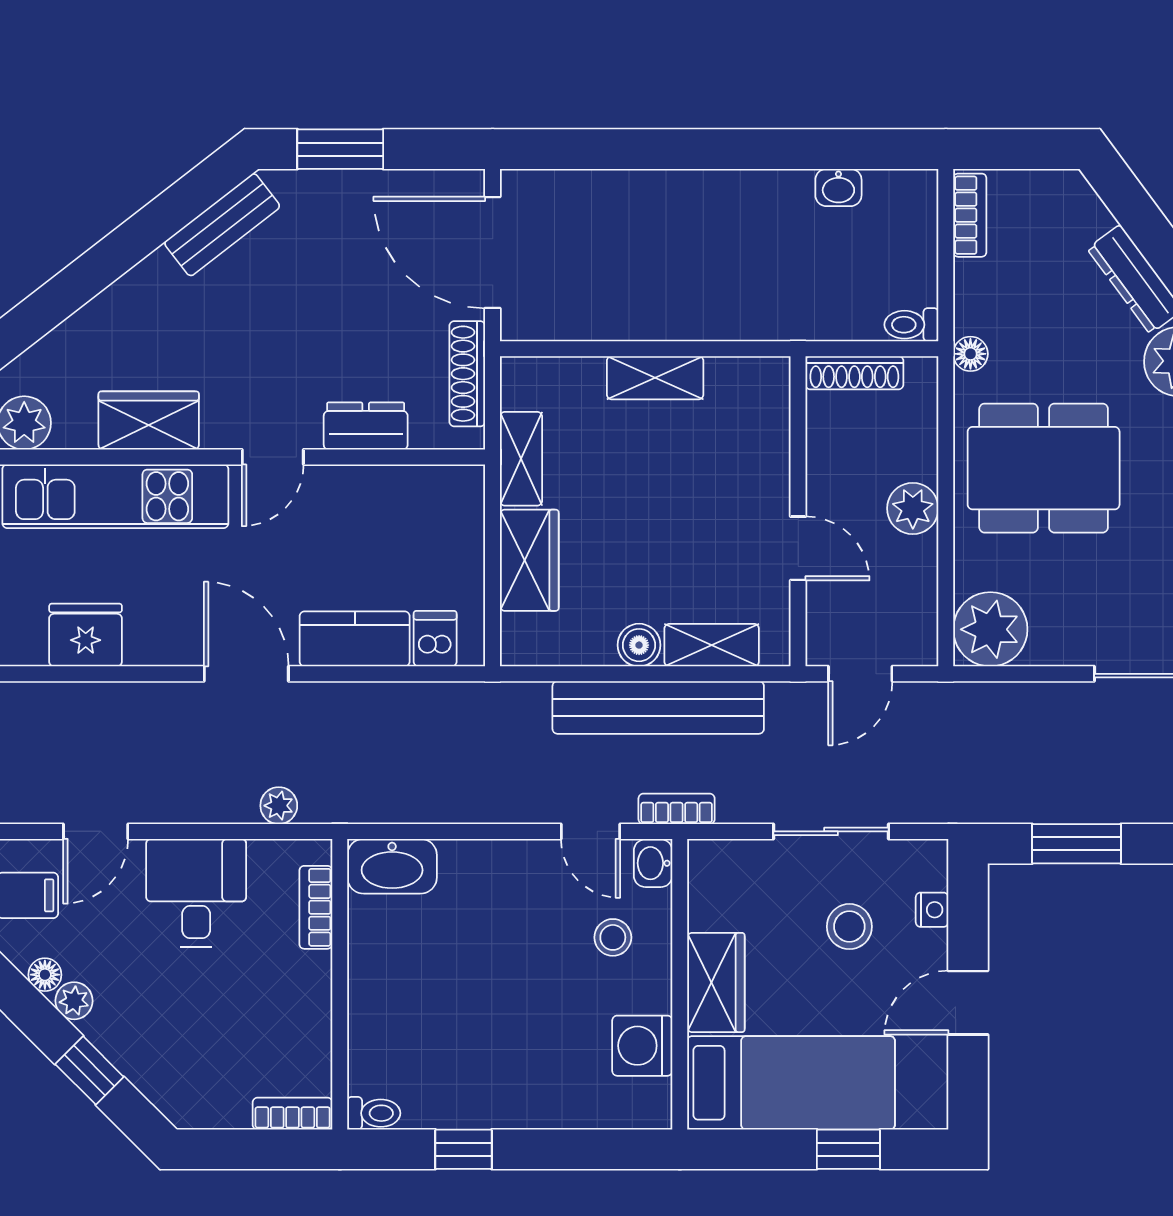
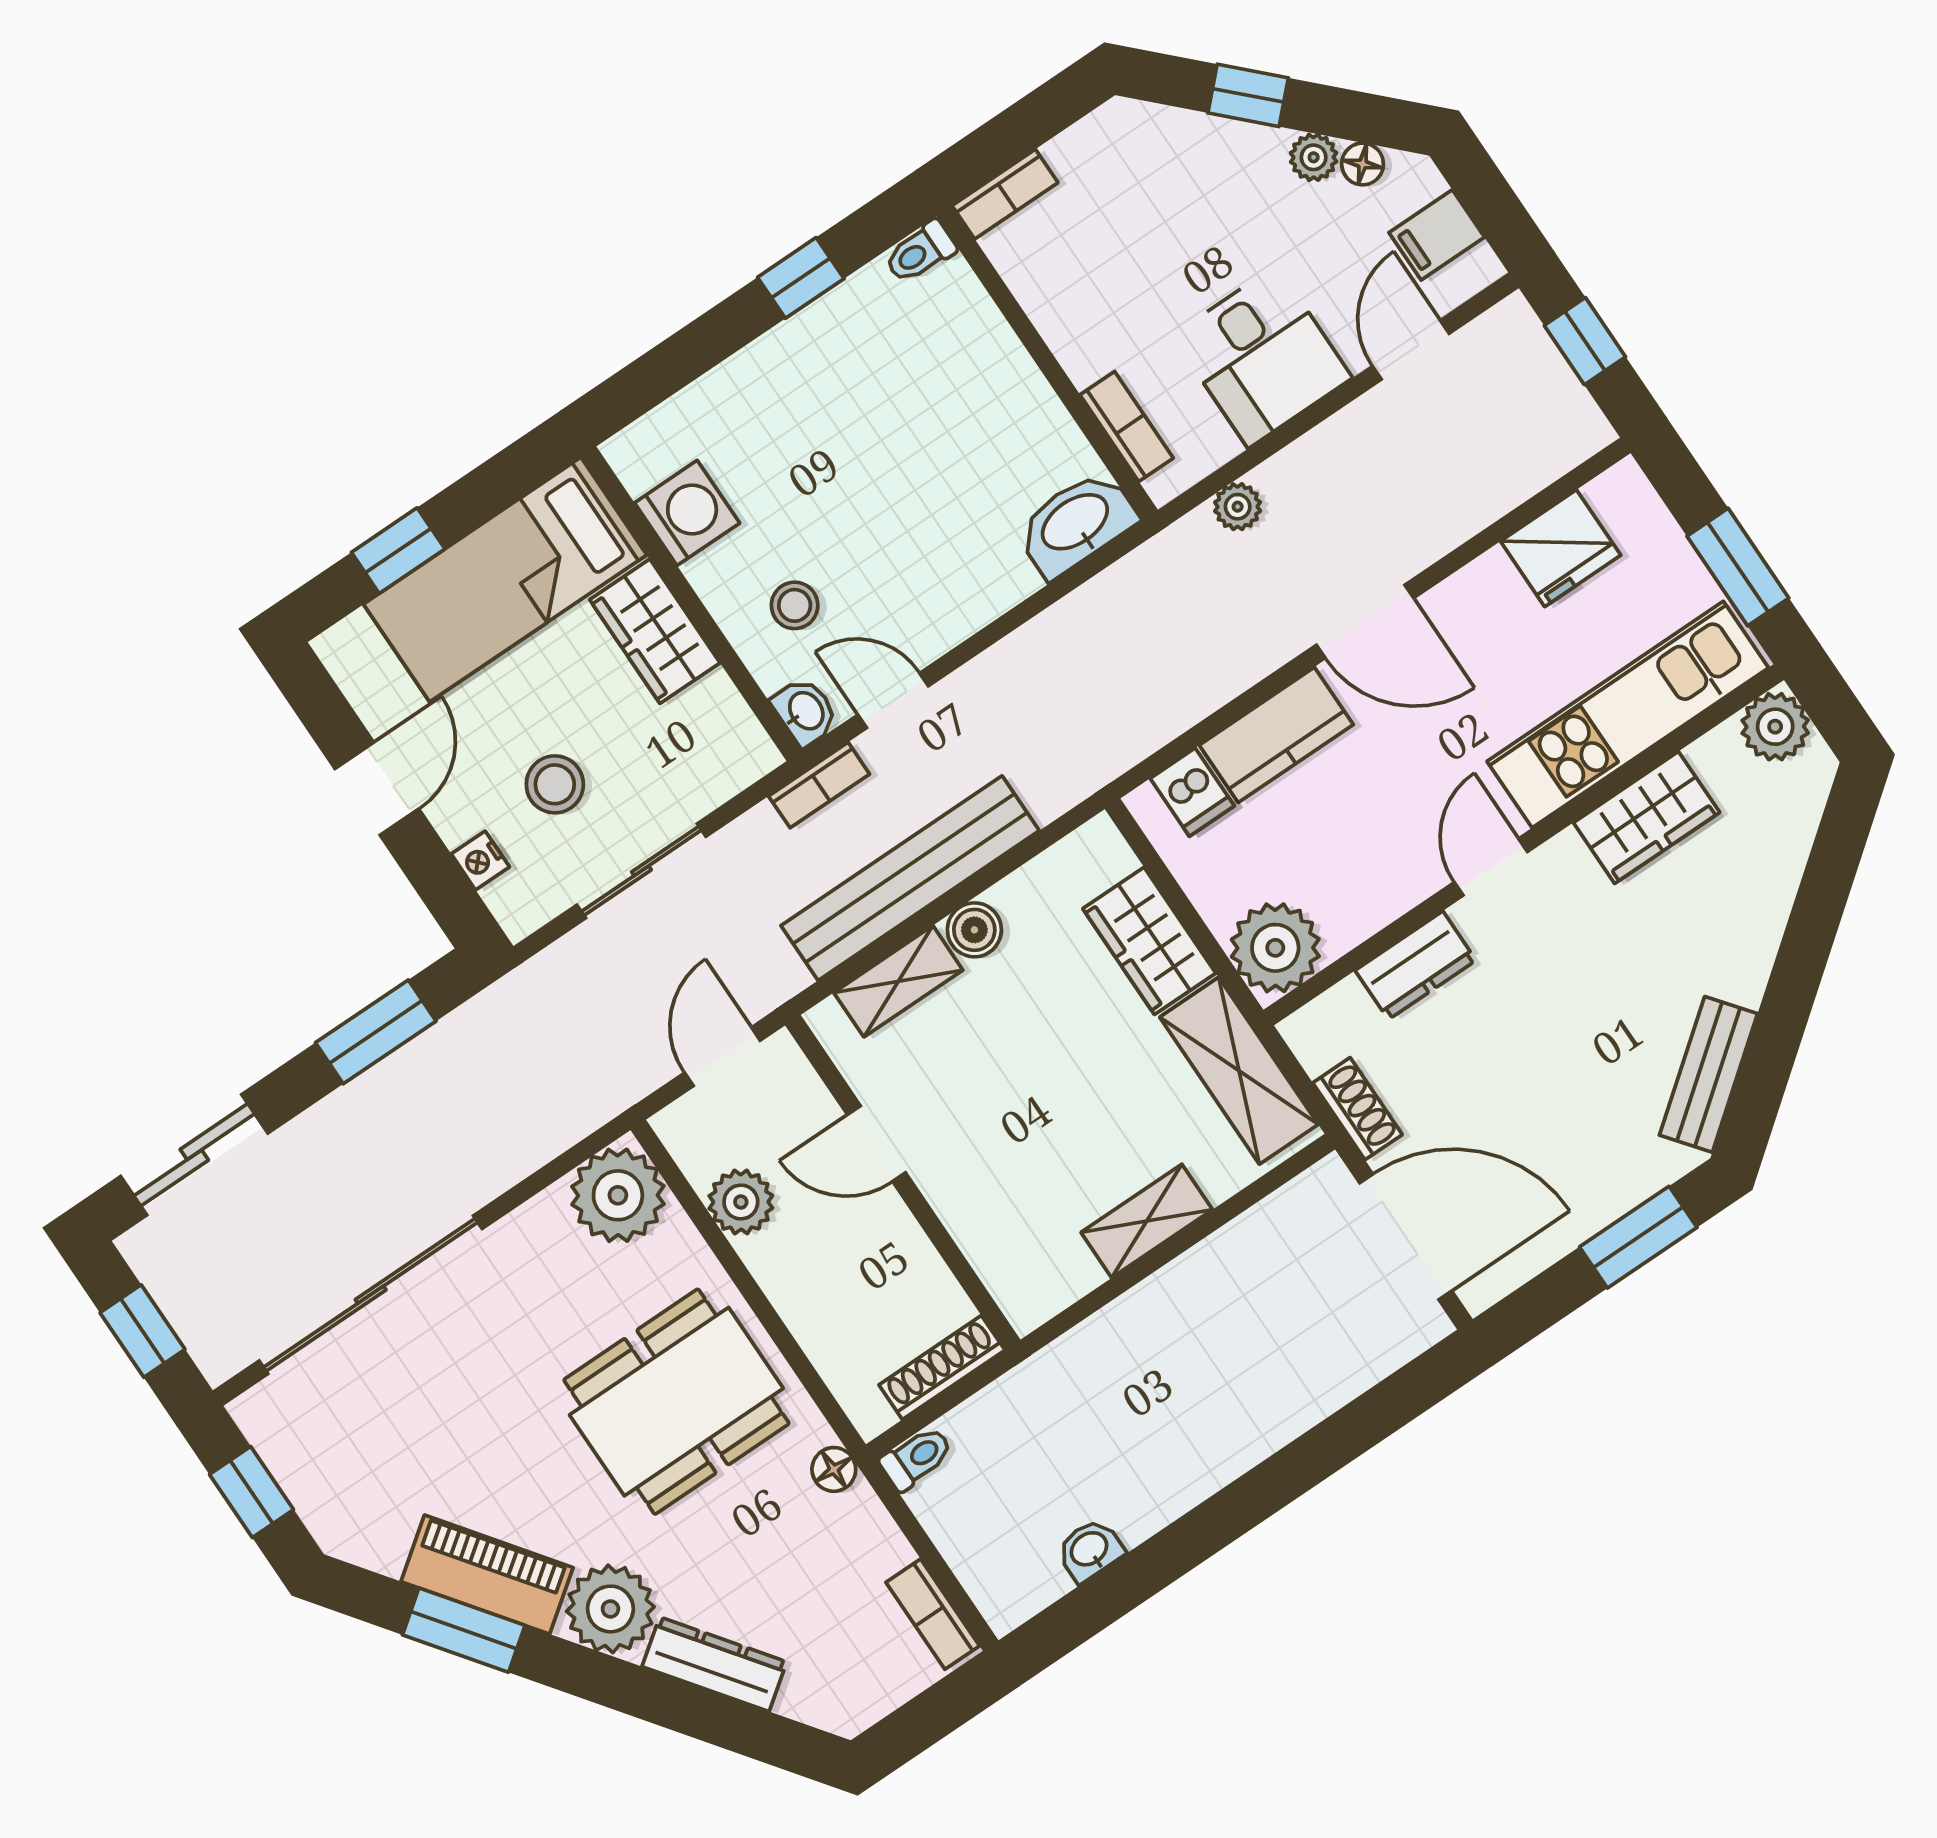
shoe rack: (467, 374) -> (1357, 1109), width x0.70
shelving: (521, 459) -> (1239, 1071), width x1.50, depth x1.33
plant: (450, 500) -> (1275, 948), added
plant: (913, 508) -> (741, 1202), moved

